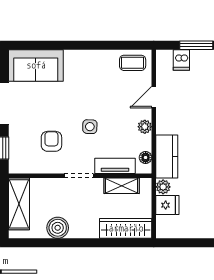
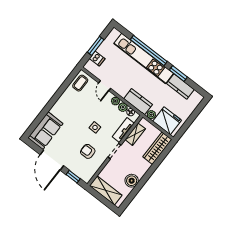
plant: (144, 142) -> (123, 107), added
fridge: (167, 205) -> (167, 121), width x1.88, depth x1.34

